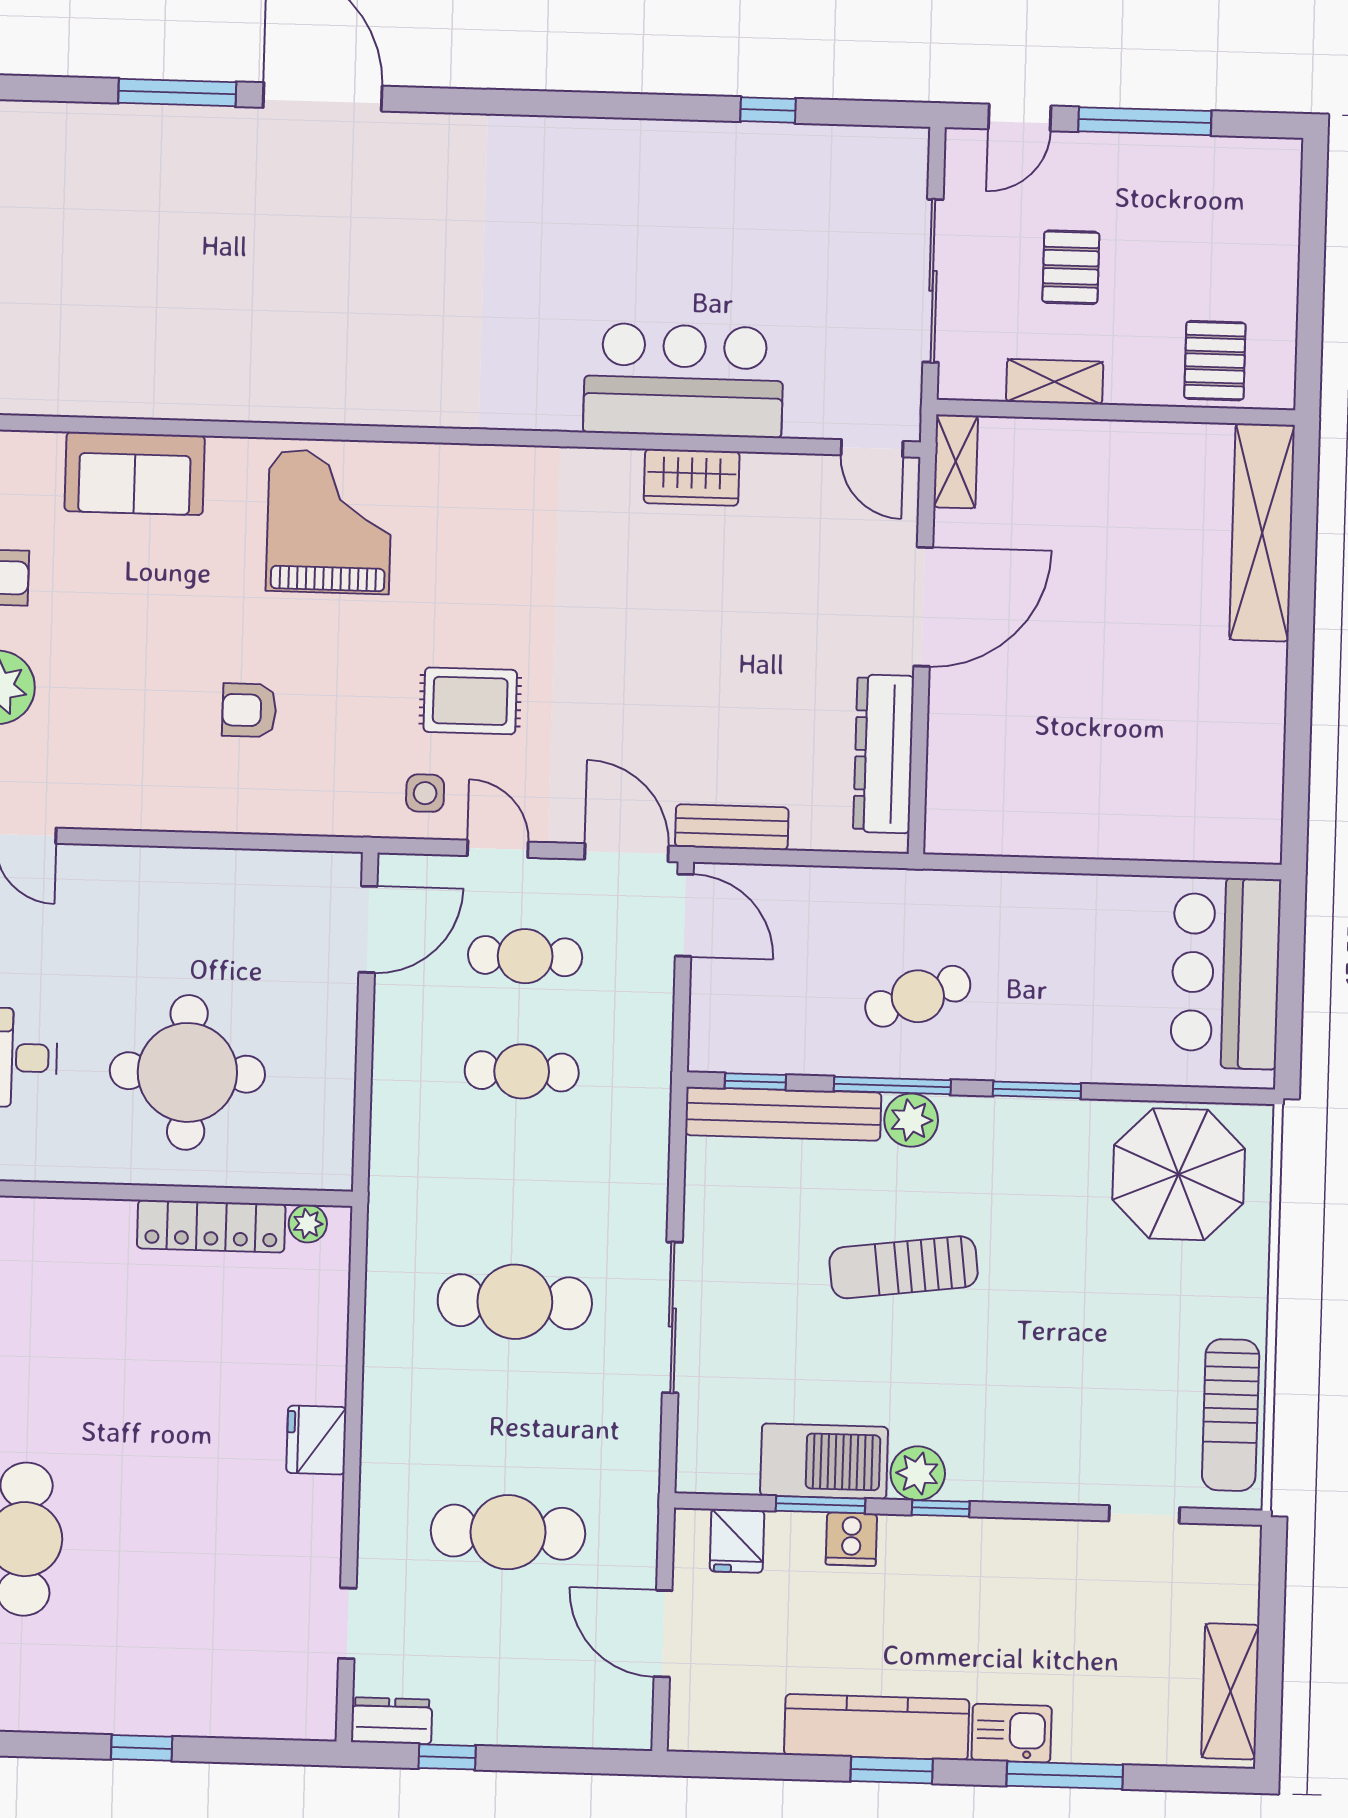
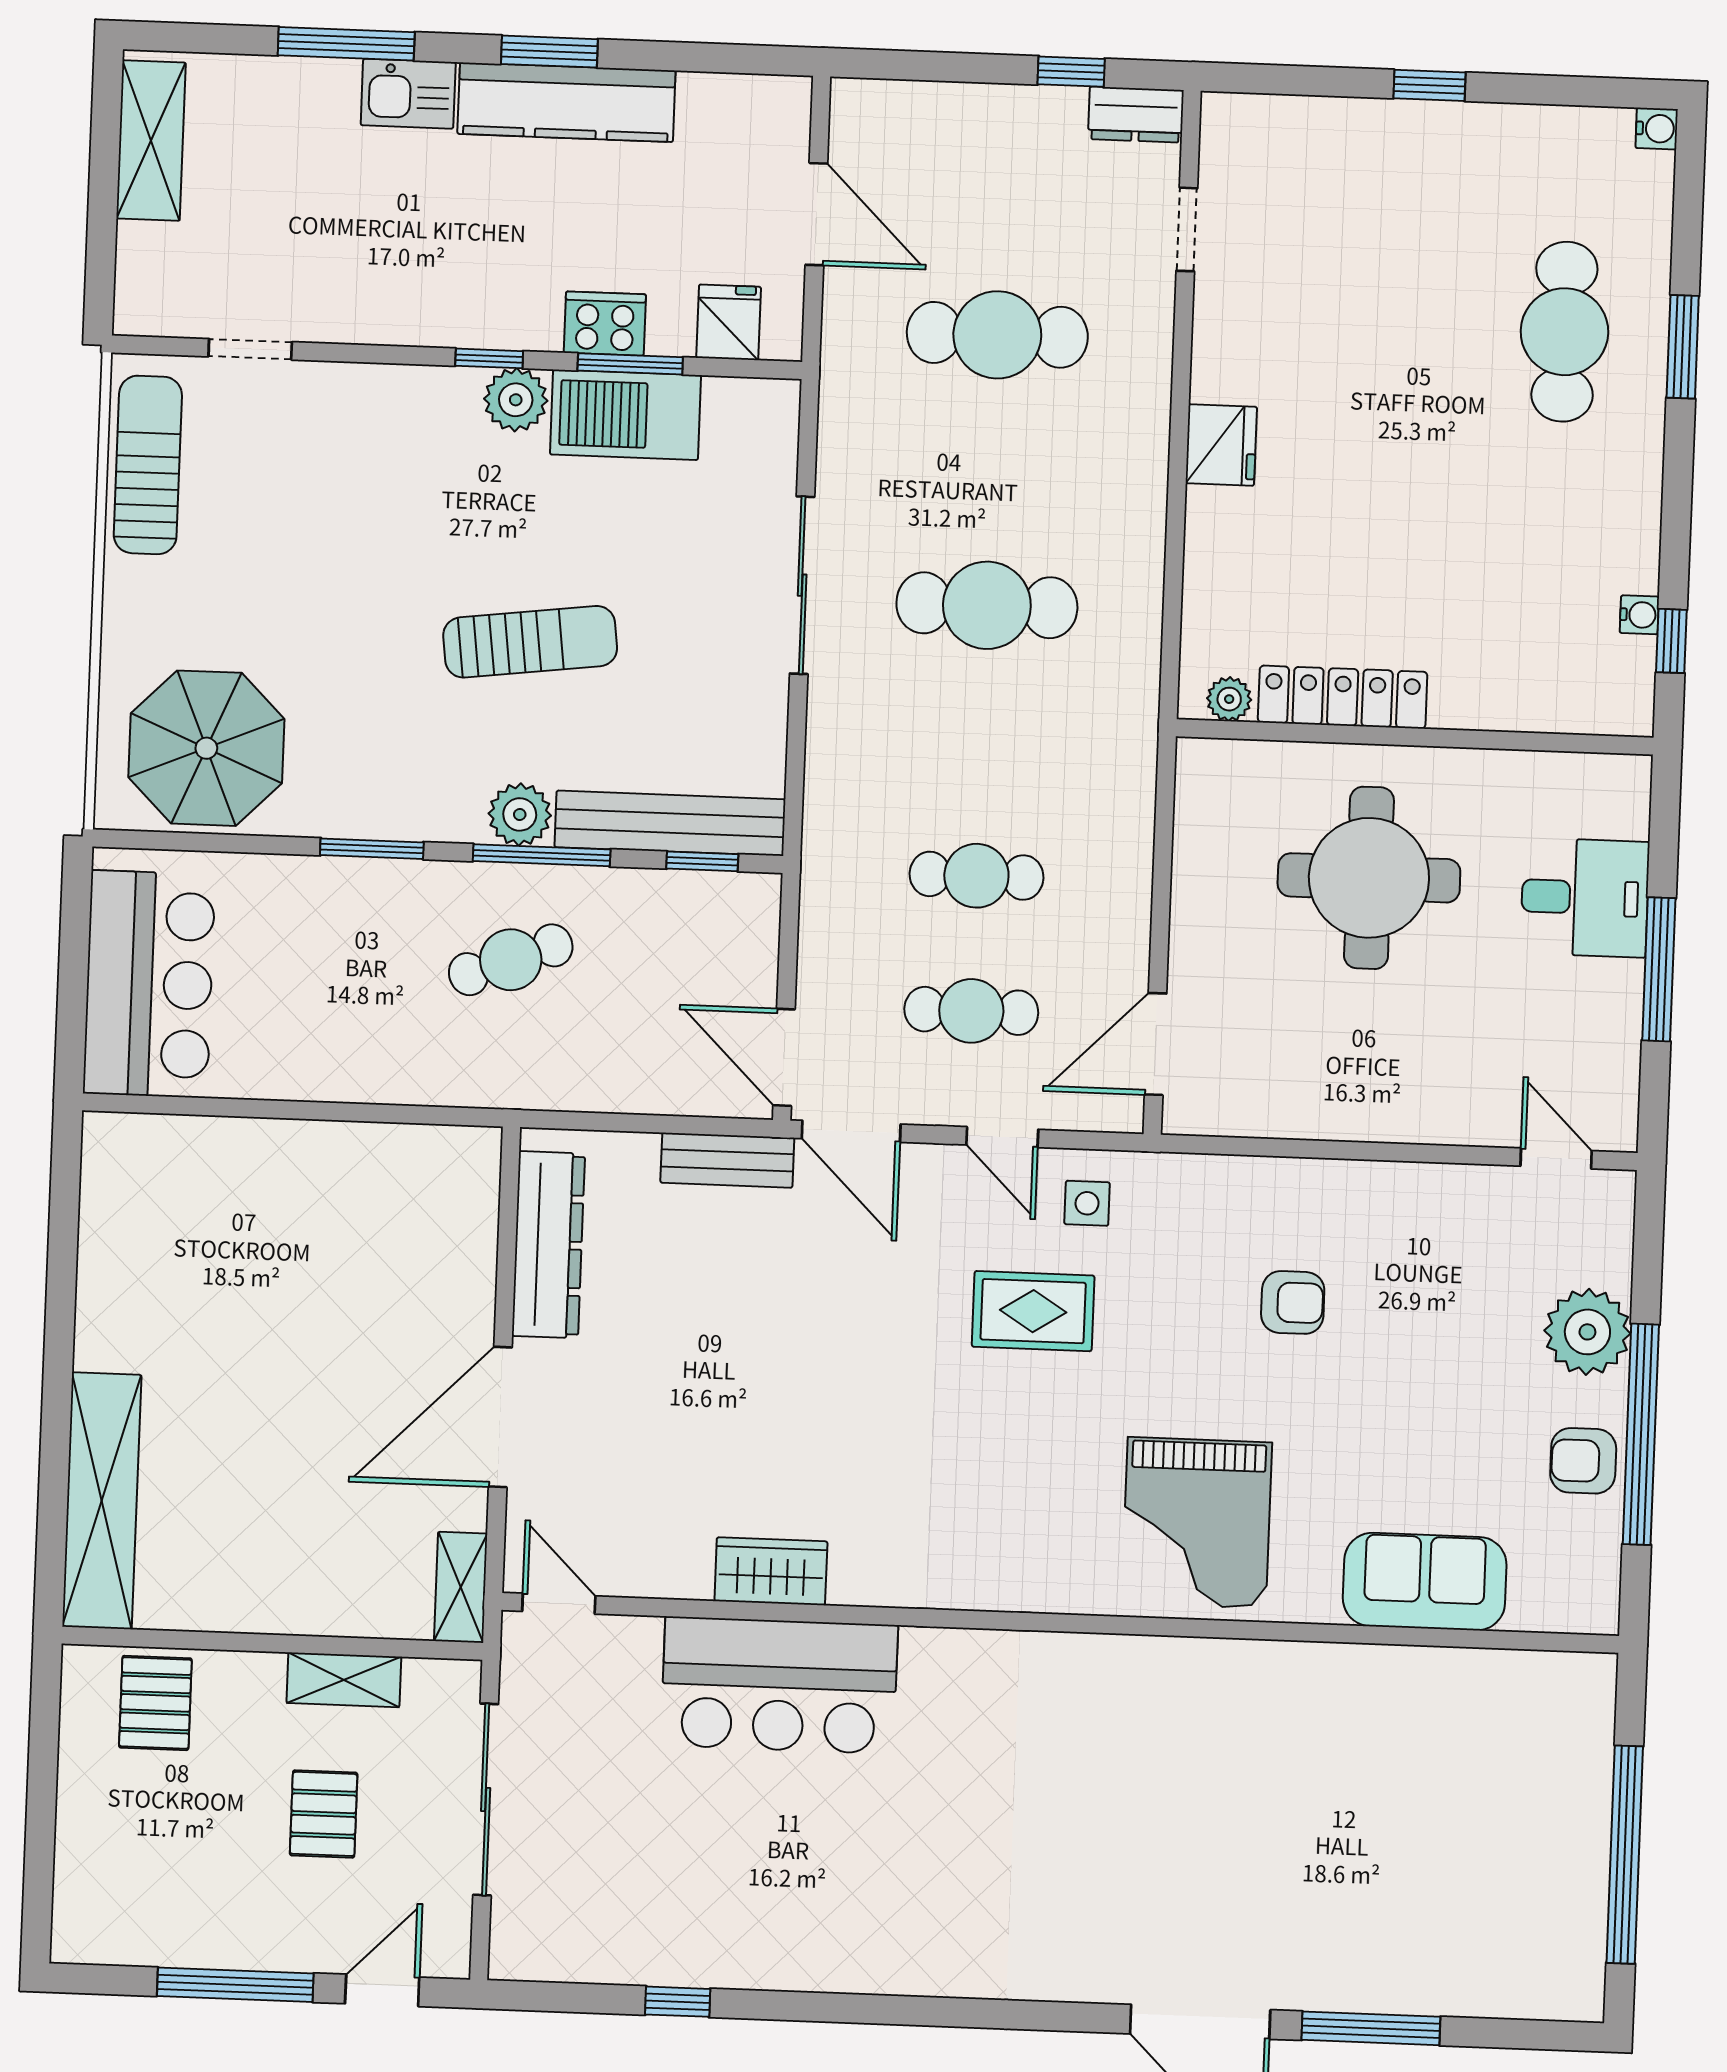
cooker: (851, 1539) -> (605, 324), width x1.36

